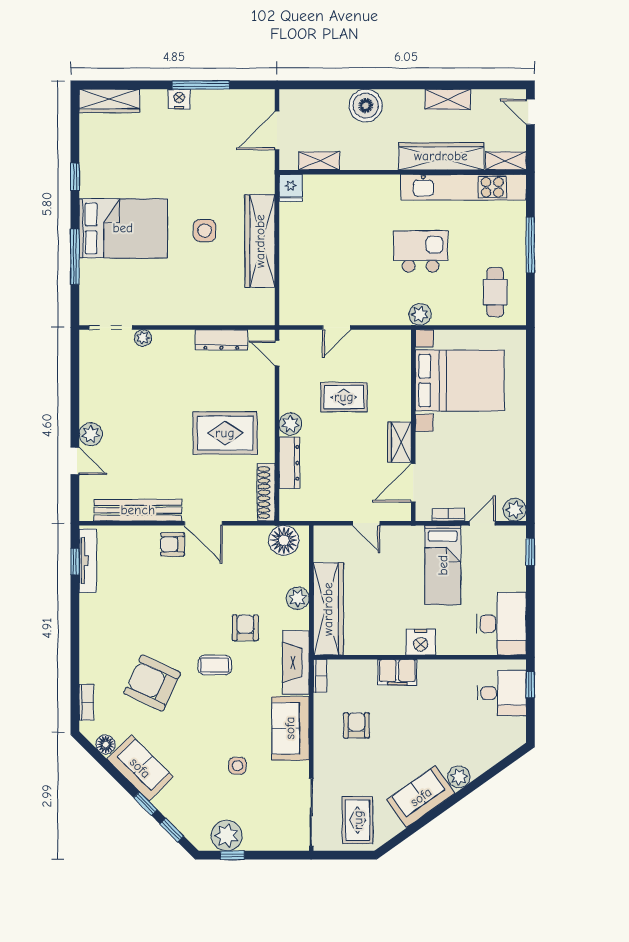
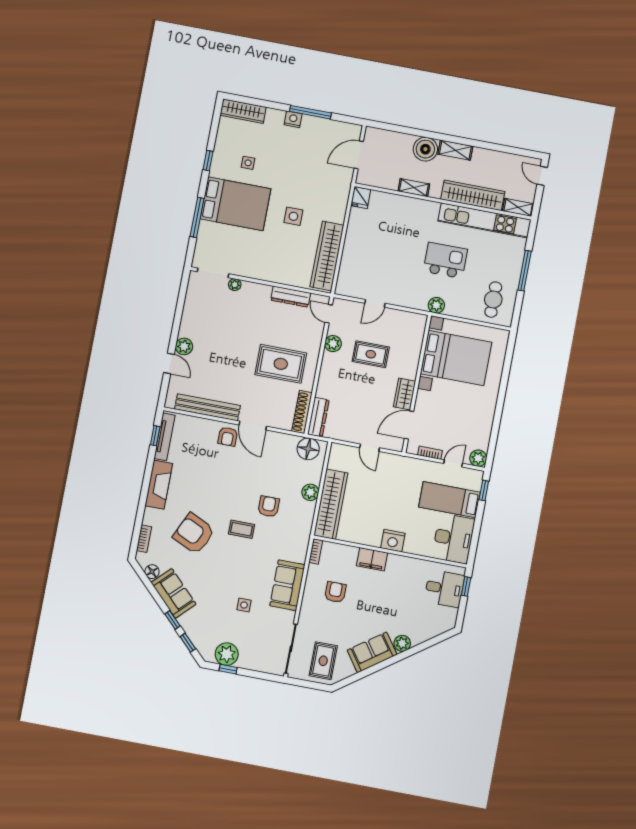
shelving: (448, 99) -> (455, 150), moved
shelving: (319, 161) -> (414, 188), moved
side table: (130, 170) -> (248, 163), added
wardrobe: (260, 241) -> (327, 256), moved
plant: (290, 424) -> (333, 344), moved
dresser: (289, 463) -> (318, 417), moved
armchair: (173, 544) -> (228, 437), turned -90
bed: (443, 565) -> (449, 500), moved, turned 90
fireplace: (296, 663) -> (159, 485), moved, turned 180

